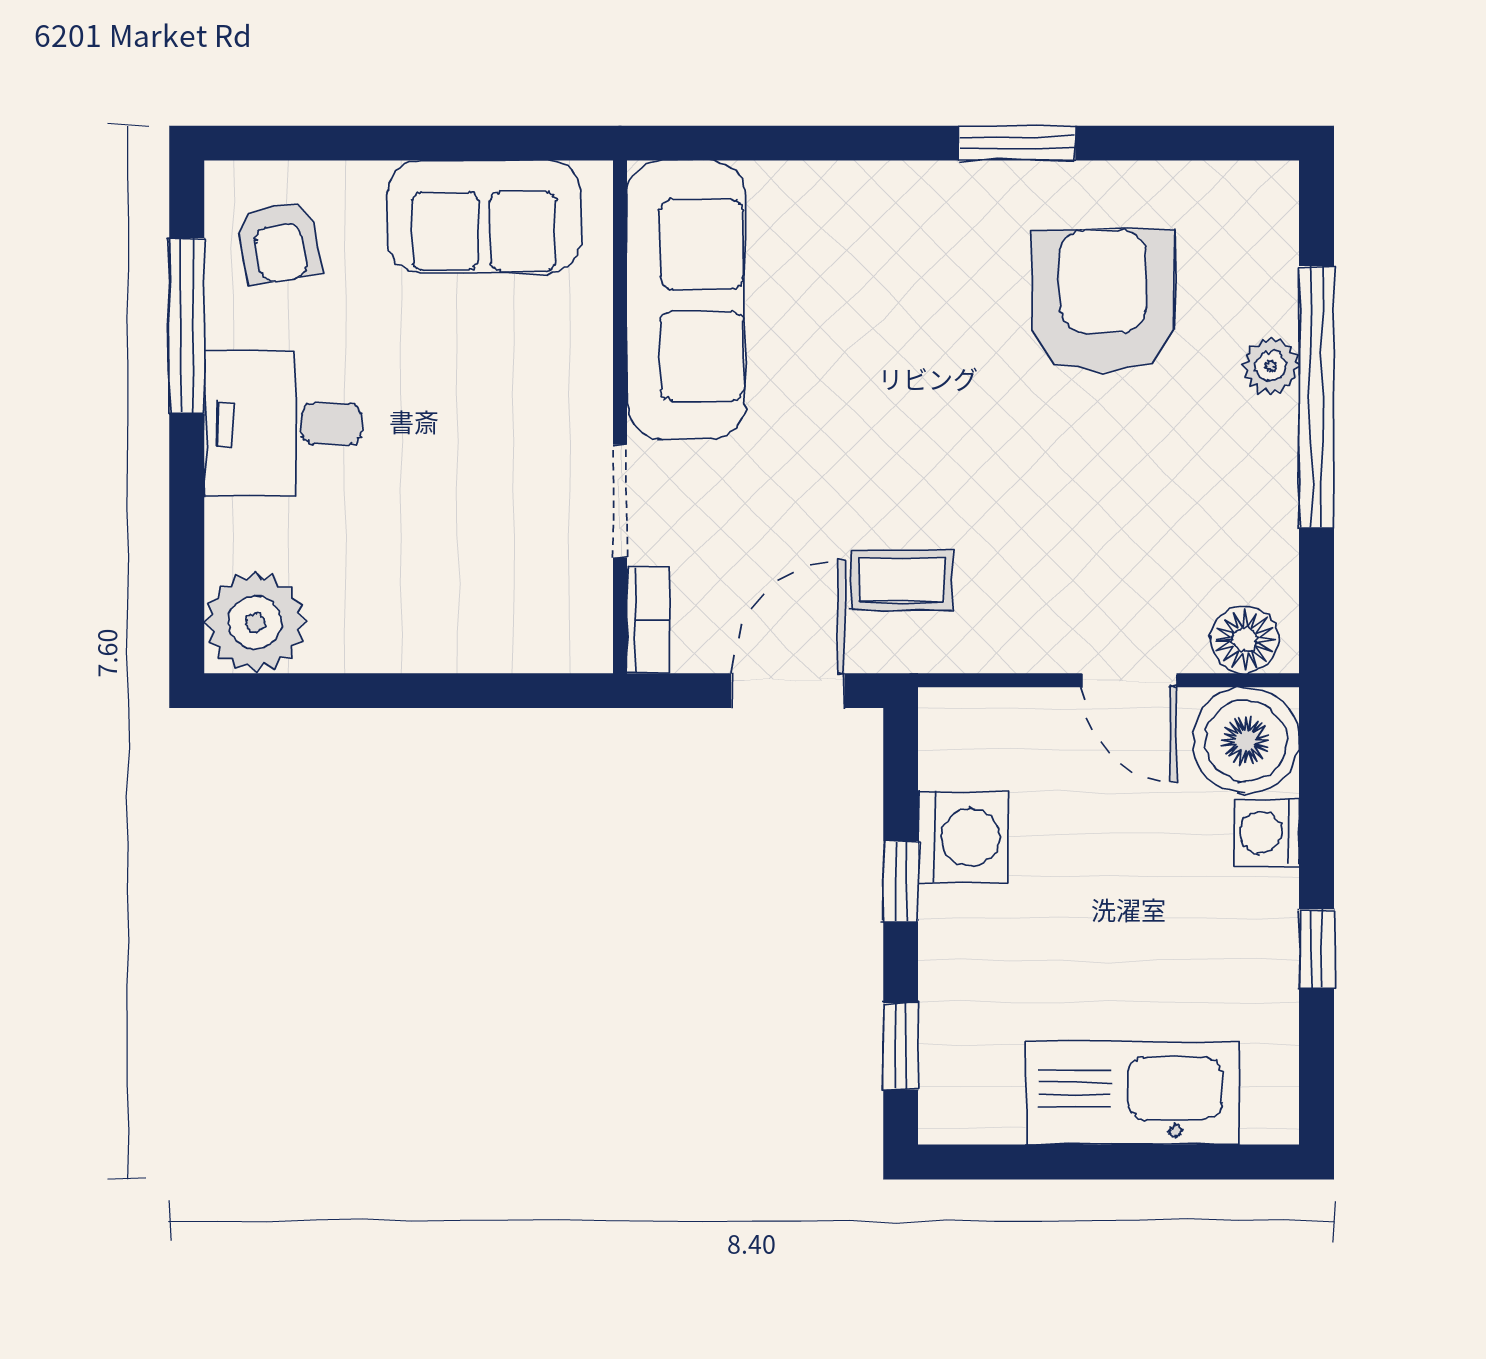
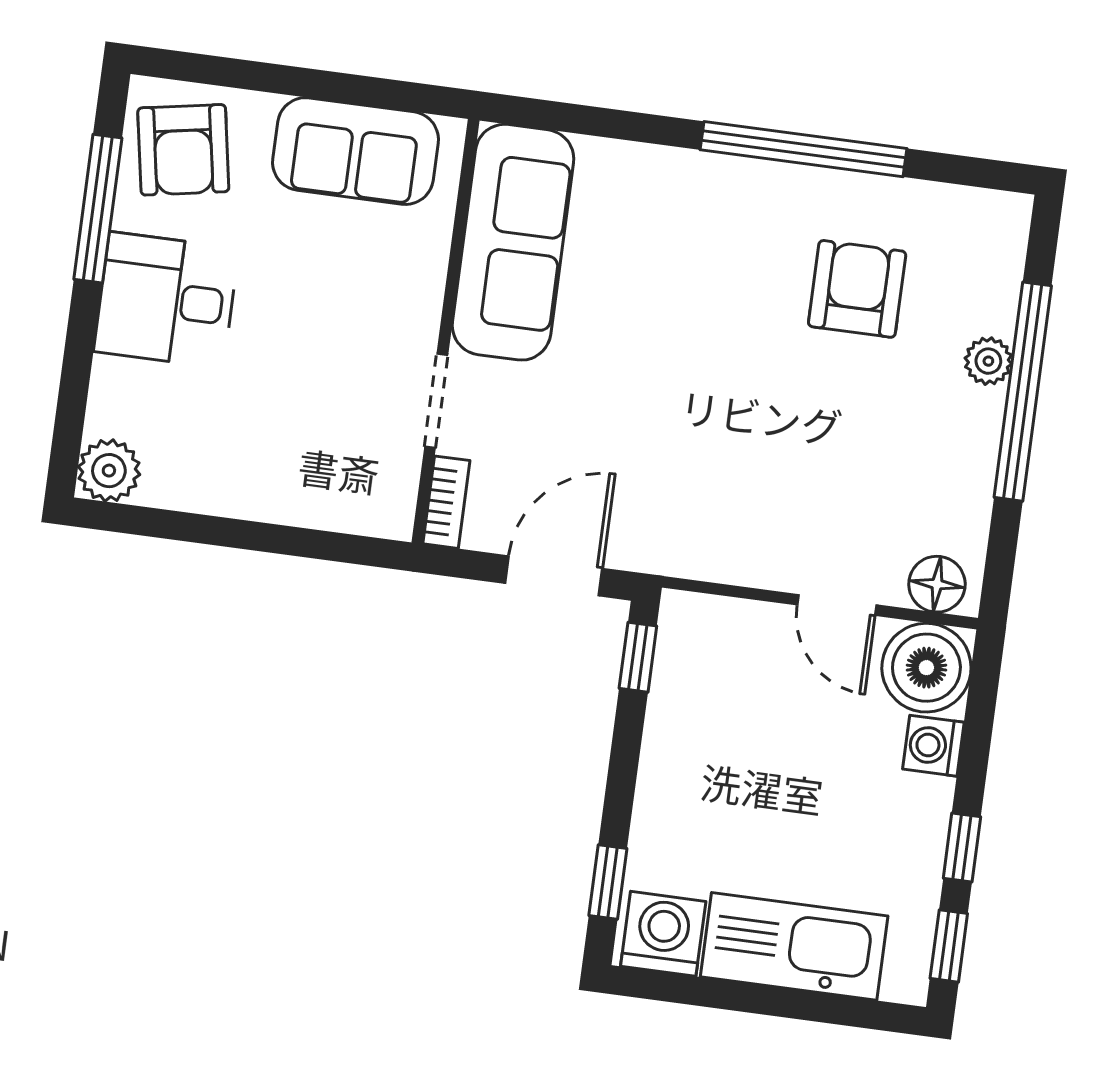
window: (1017, 143) -> (803, 149), width x2.11
armchair: (279, 242) -> (183, 150), width x1.38, depth x1.38
armchair: (1103, 301) -> (857, 289), width x0.73, depth x0.73
coffee table: (902, 580) -> (660, 497), removed
plant: (255, 622) -> (109, 471), width x0.73, depth x0.73
washing machine: (963, 837) -> (663, 934), moved, turned -90
window: (901, 881) -> (638, 657), moved
window: (1316, 1068) -> (949, 946), added

